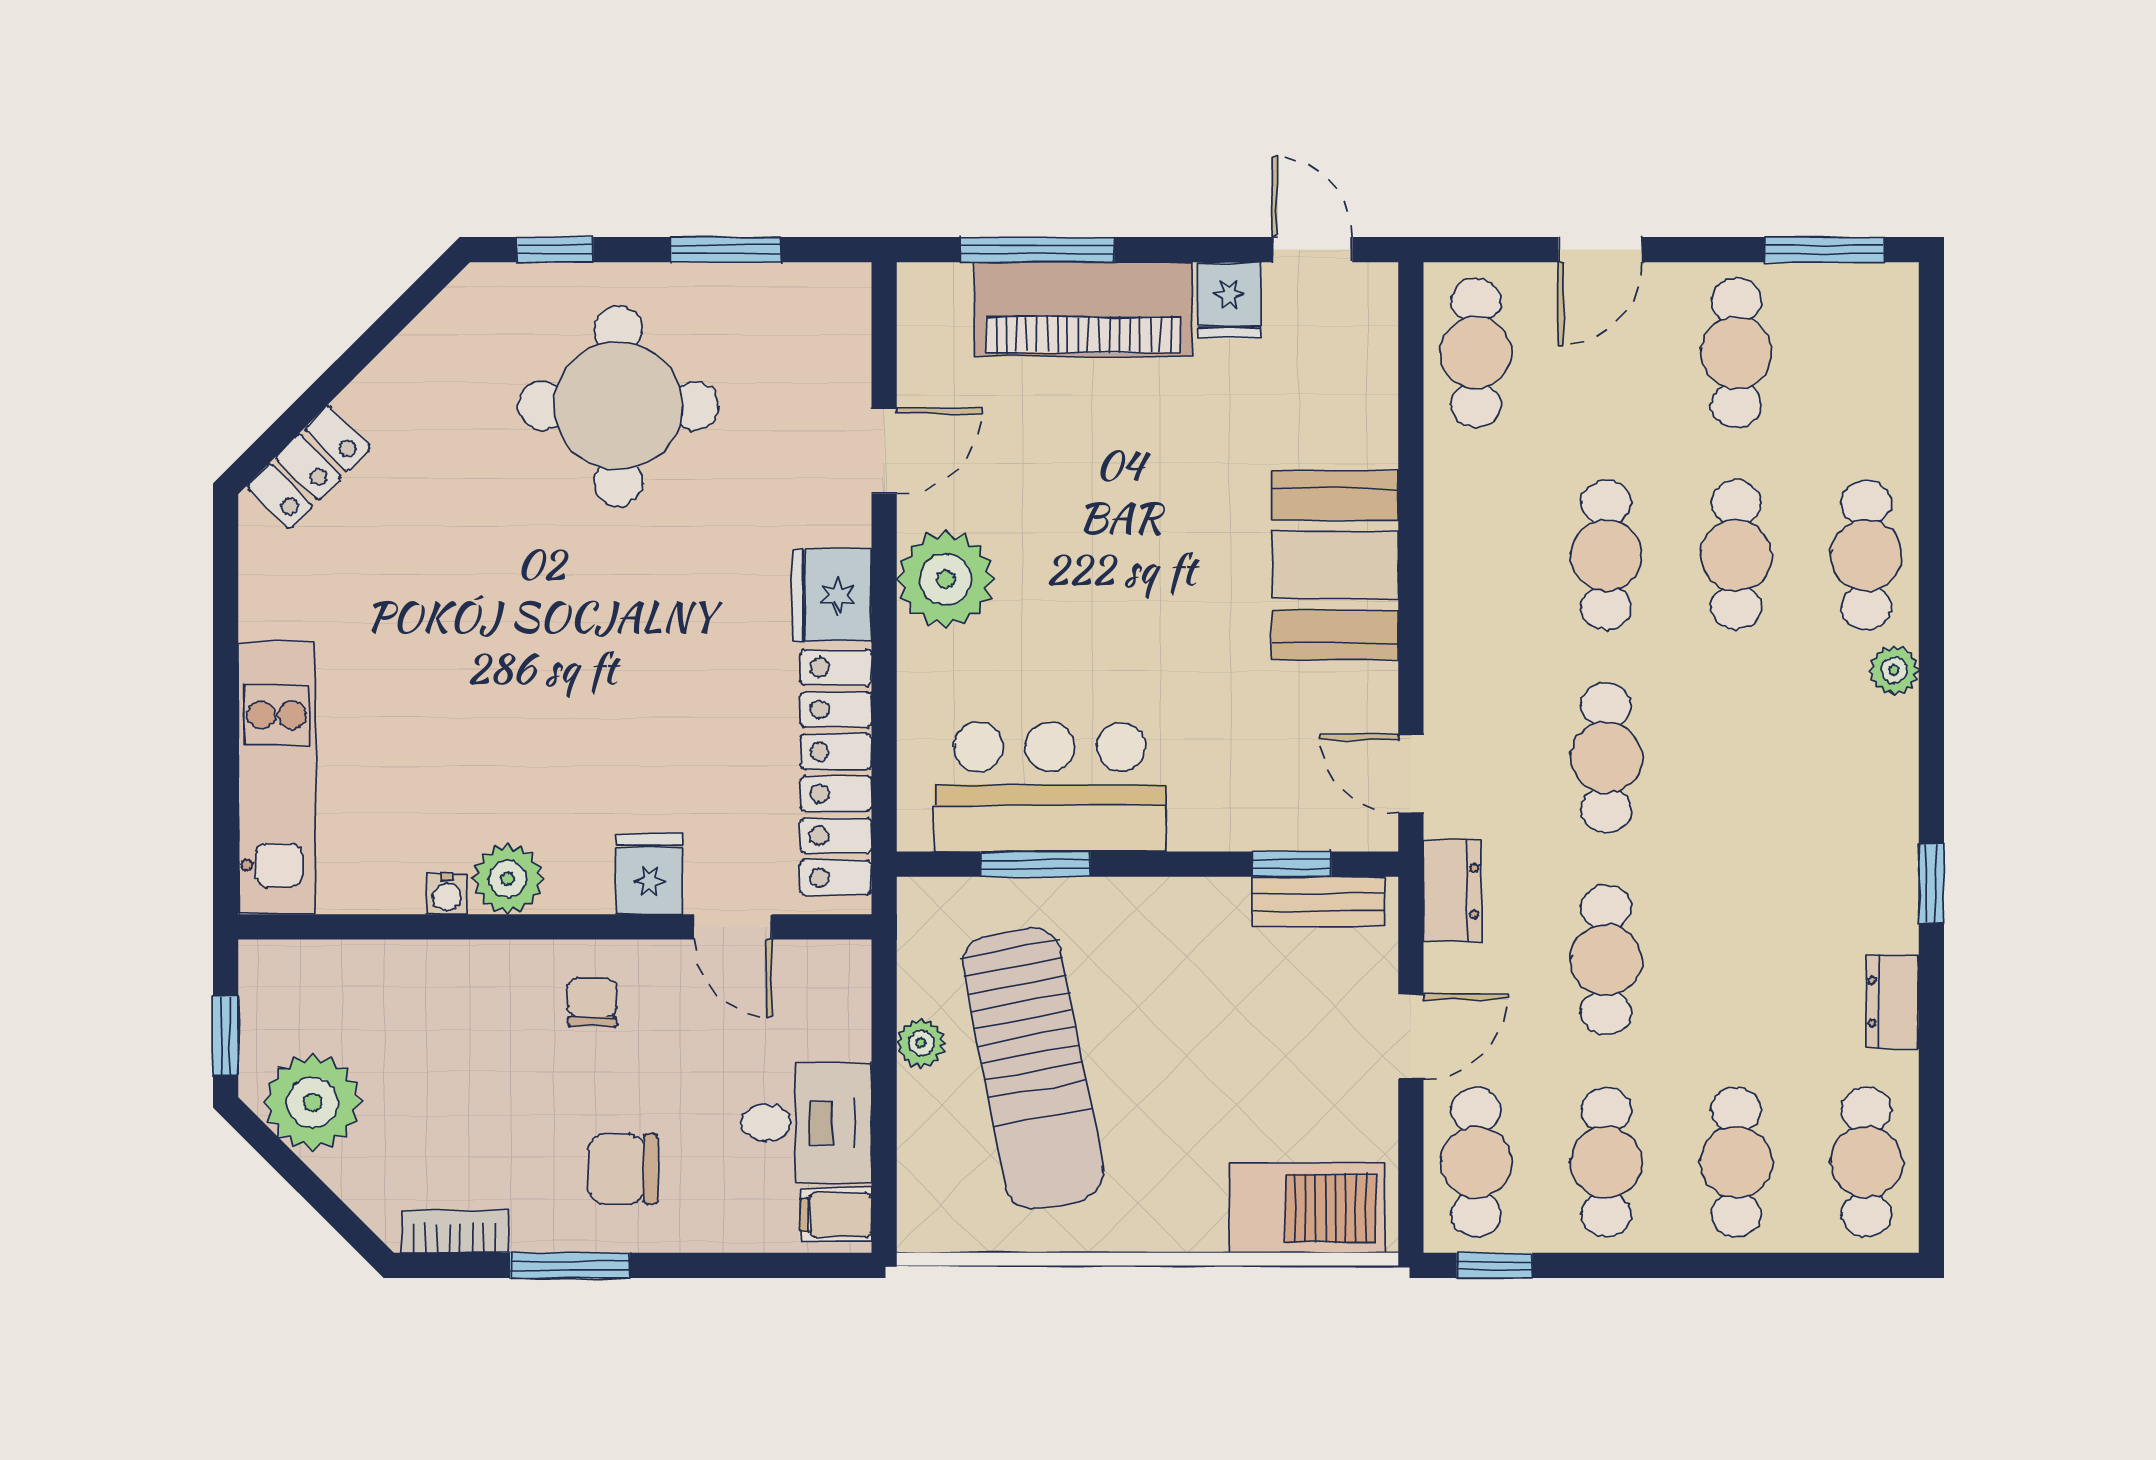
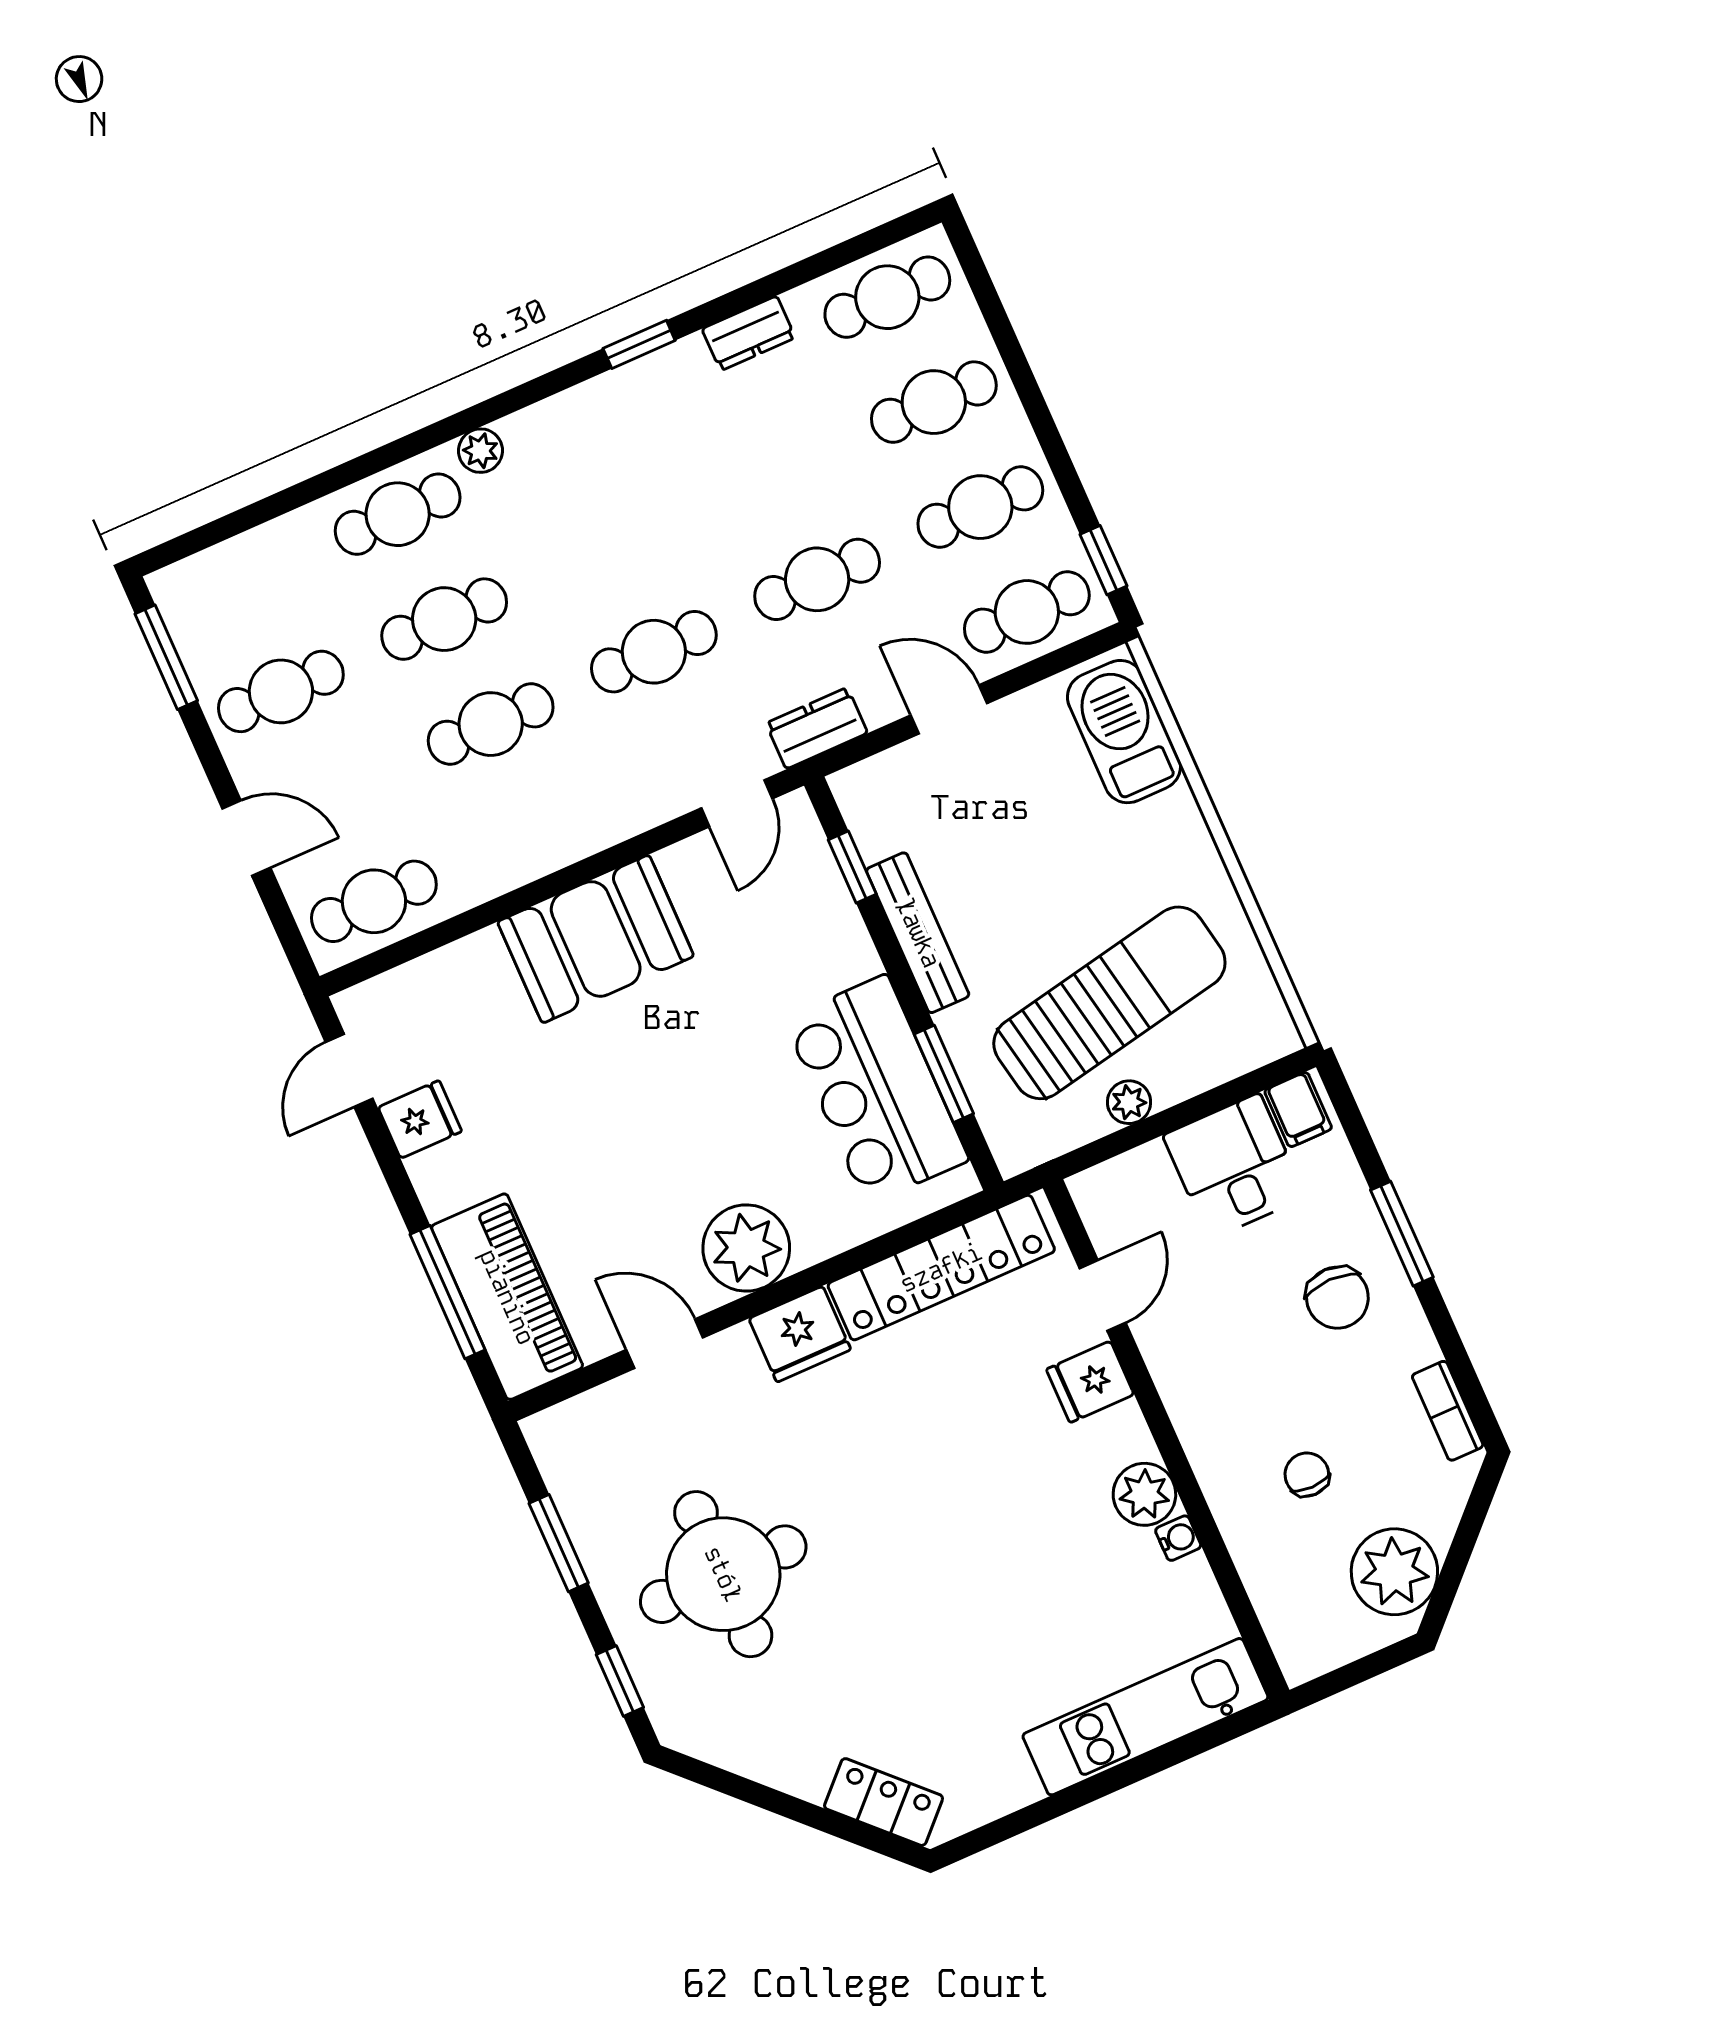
piano: (1083, 309) -> (507, 1297), moved
bench: (1319, 902) -> (918, 933), moved, width x1.36
chair: (592, 1002) -> (1307, 1474), moved, turned 90
window: (226, 1036) -> (1372, 1666), removed
window: (570, 1265) -> (1402, 1234), moved

